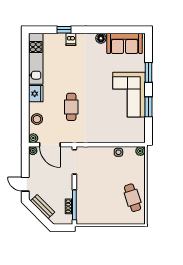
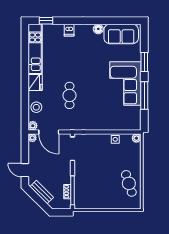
window: (64, 30) -> (46, 21), moved
window: (148, 107) -> (144, 95), width x1.44

